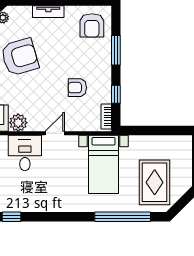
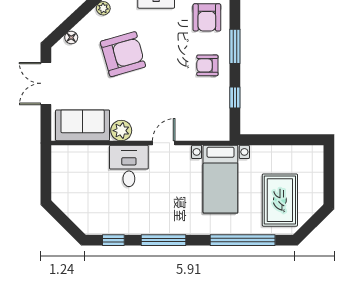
armchair: (77, 88) -> (207, 65), moved
bookcase: (106, 117) -> (224, 123), removed
window: (55, 217) -> (163, 240), added

